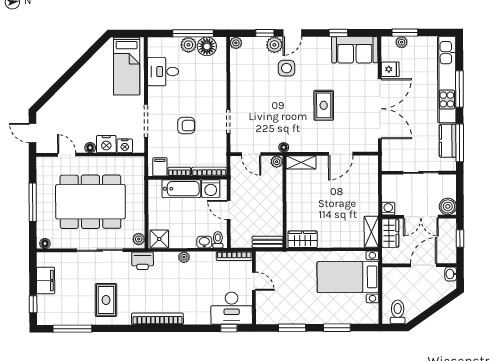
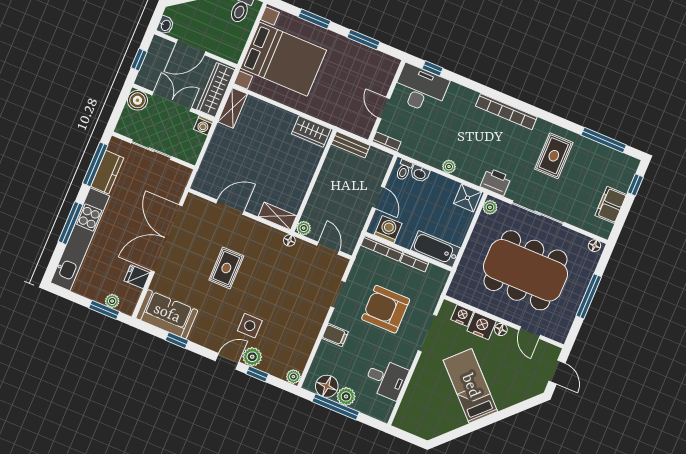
bed: (127, 66) -> (470, 386), moved, turned -45
armchair: (186, 126) -> (386, 309), width x1.88, depth x1.88
filing cabinet: (160, 167) -> (335, 335), moved, turned -90
bathtub: (181, 189) -> (436, 249), moved
wardrobe: (390, 233) -> (216, 90), width x1.50
bookcase: (234, 256) -> (386, 142), width x0.64
bed with nightstands: (348, 277) -> (283, 59), width x1.36

